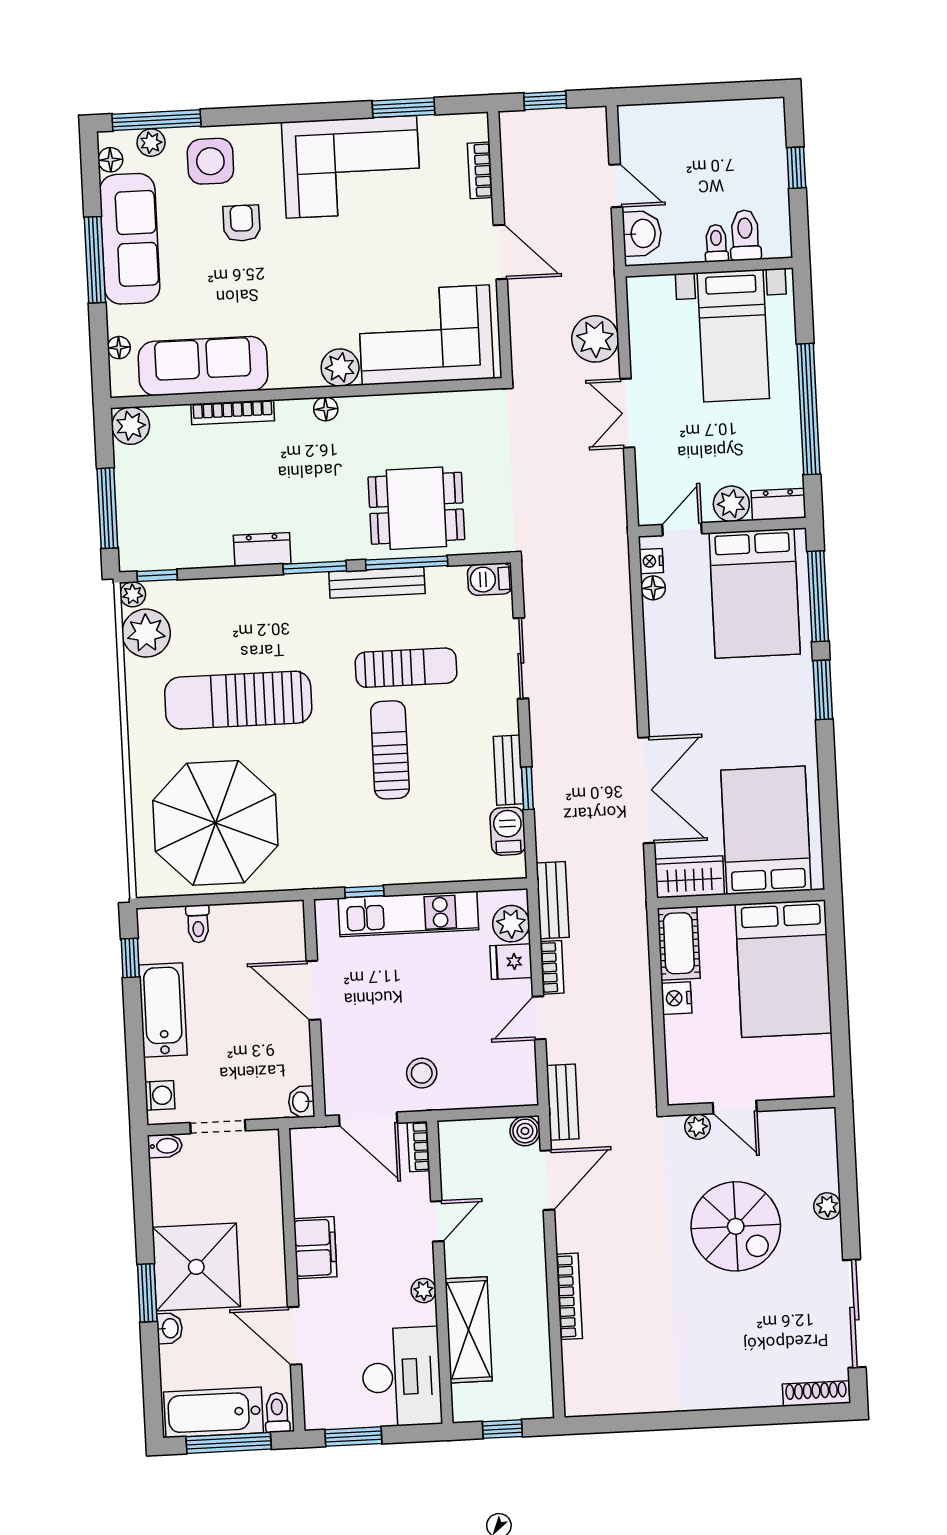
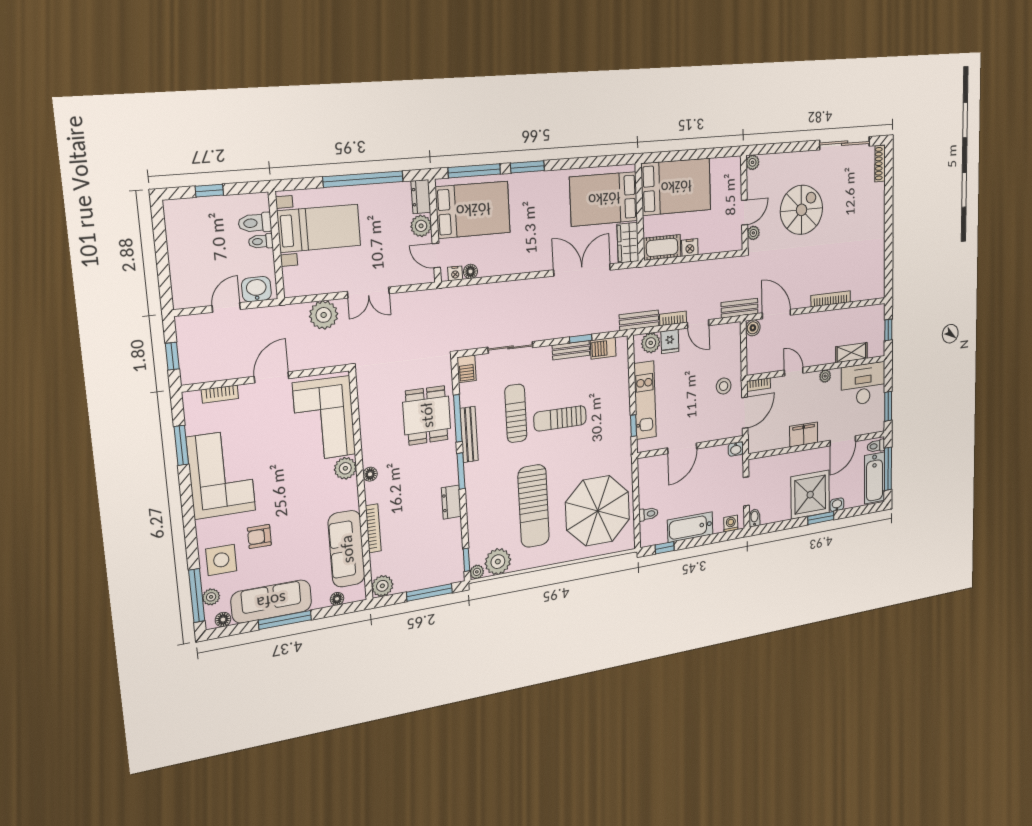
plant: (827, 1206) -> (753, 162), moved
shelving: (469, 1330) -> (851, 353), width x0.67, depth x0.75

